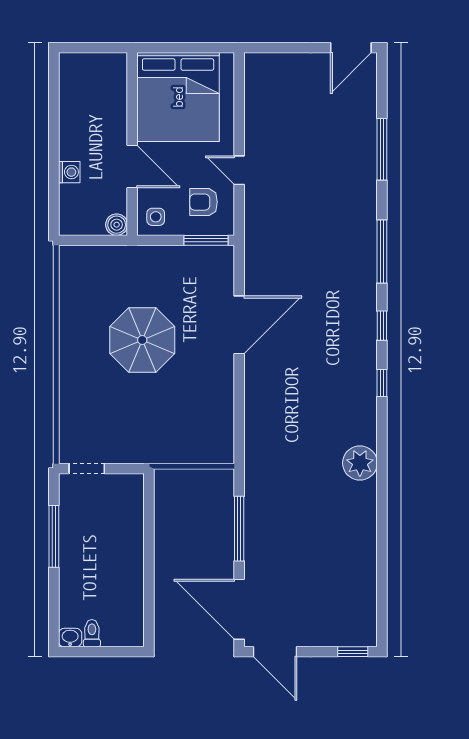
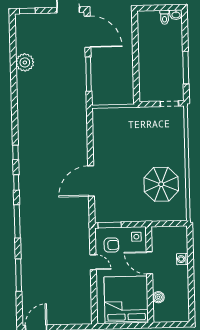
boiler: (117, 225) -> (158, 297), moved
parasol: (142, 340) -> (161, 184), moved
plant: (360, 463) -> (25, 62), moved

